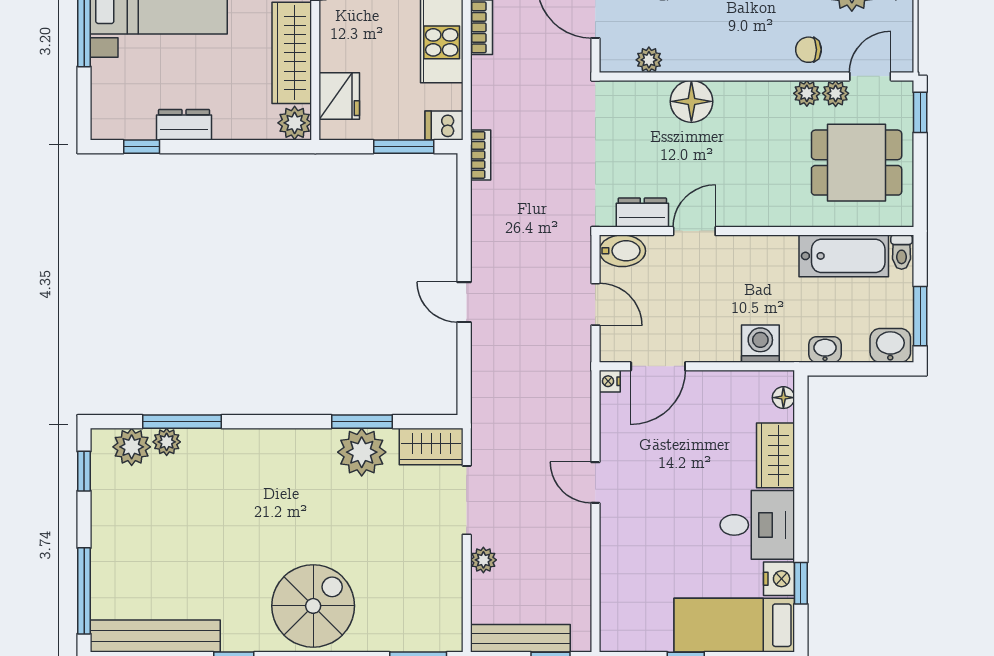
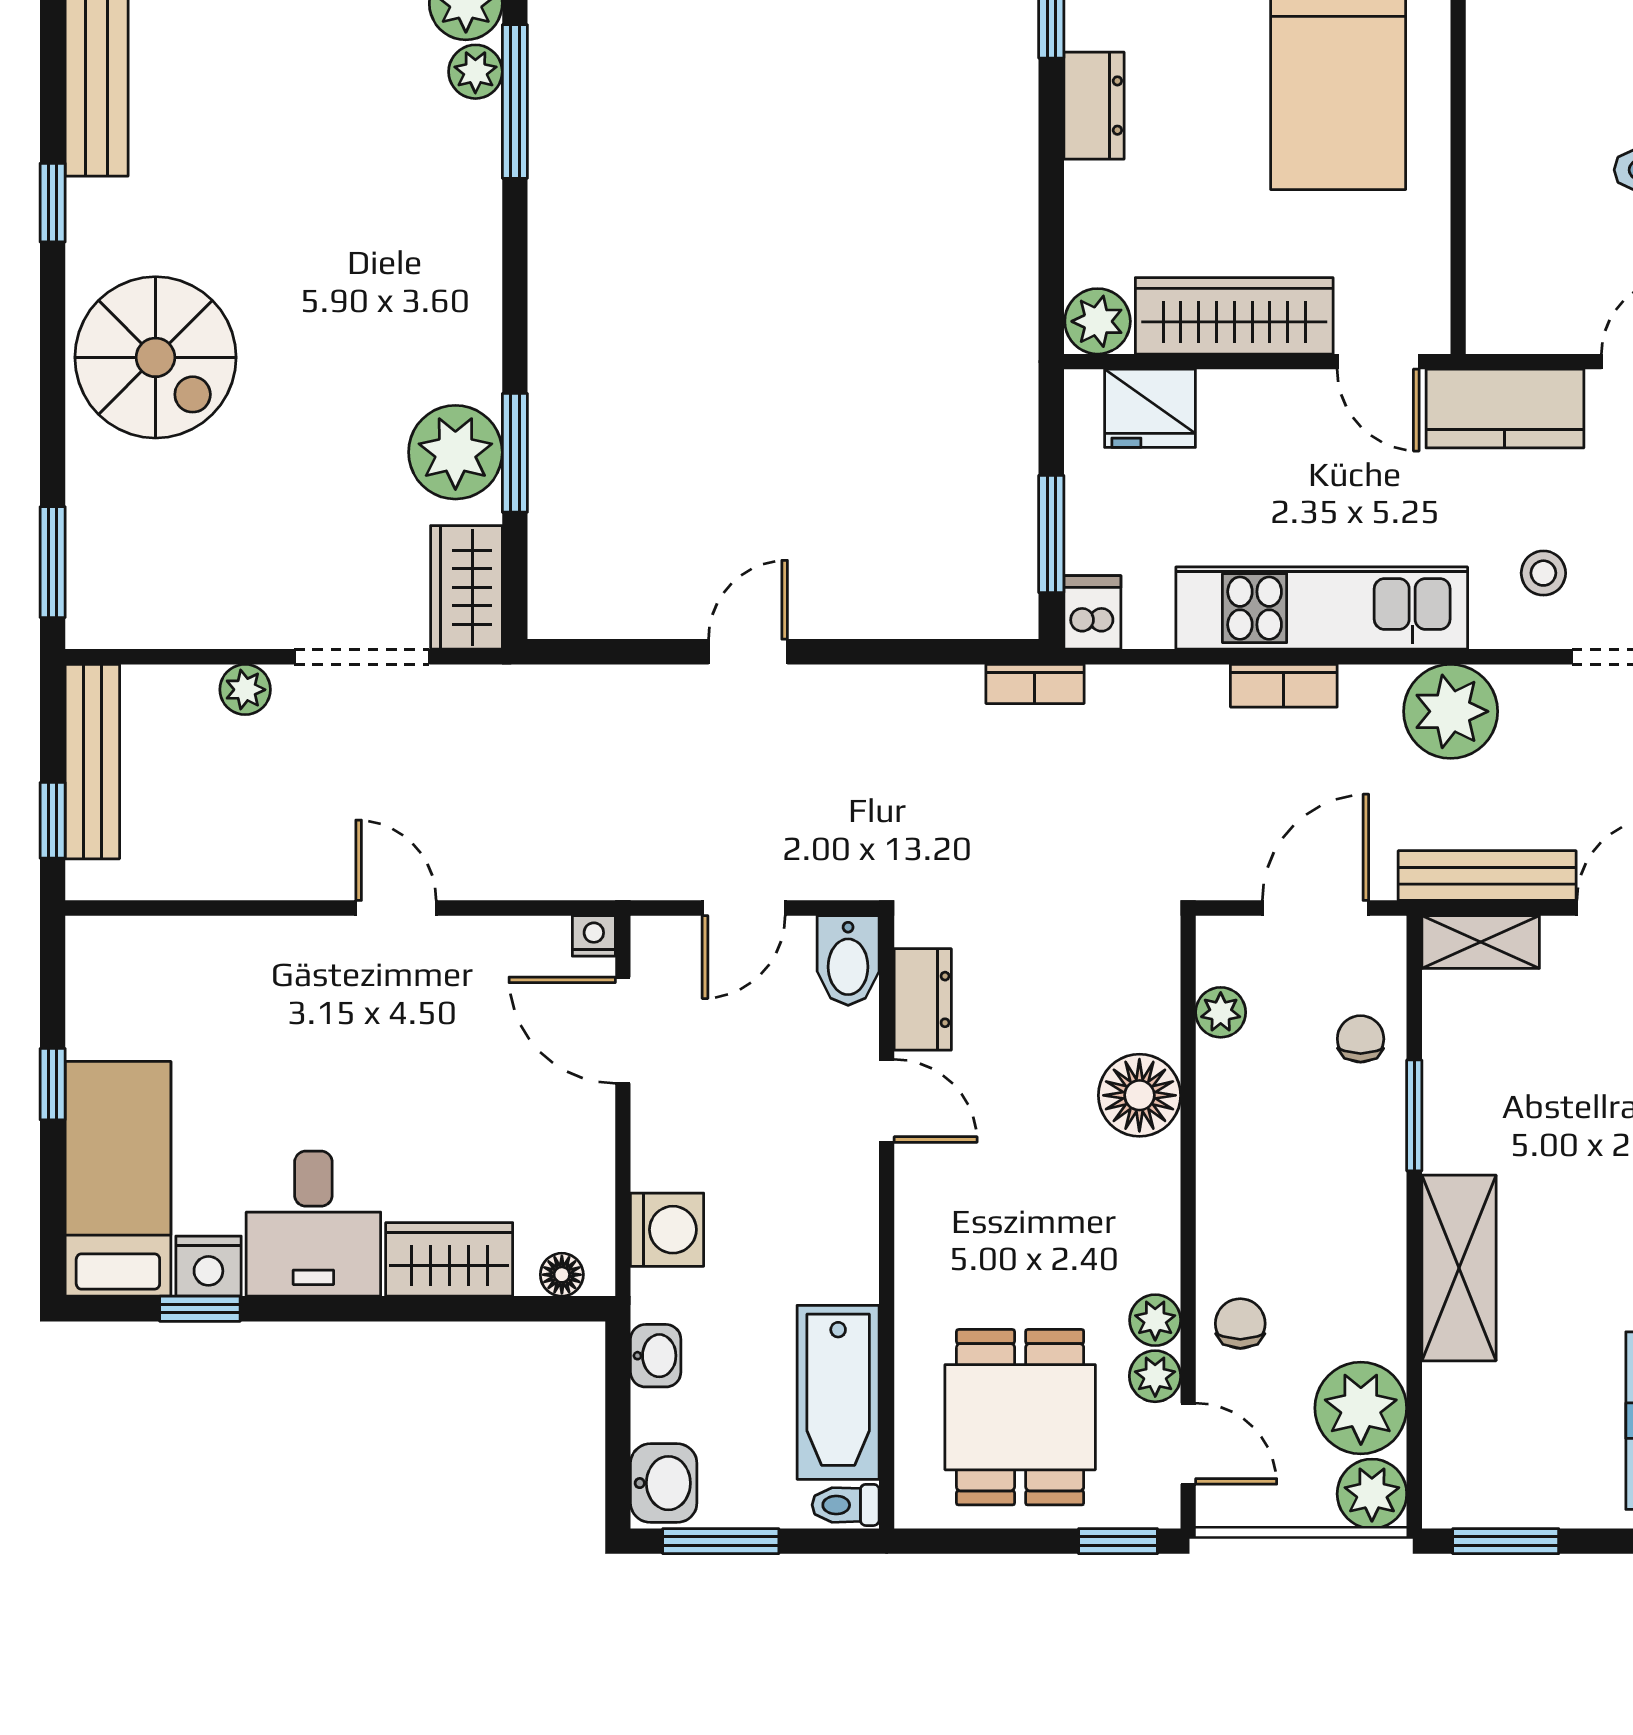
door: (595, 483) -> (396, 908), hinge flipped

